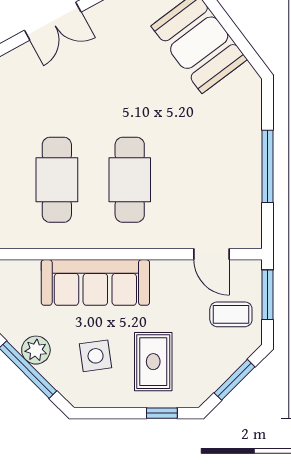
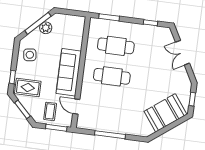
door: (212, 254) -> (76, 107), hinge flipped
sofa: (95, 282) -> (69, 72), moved
side table: (96, 356) -> (30, 55), moved
rug: (153, 362) -> (28, 87), moved

